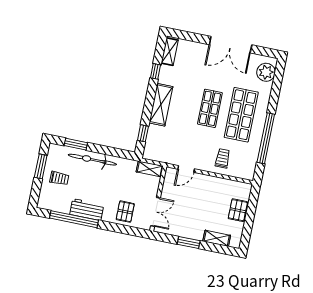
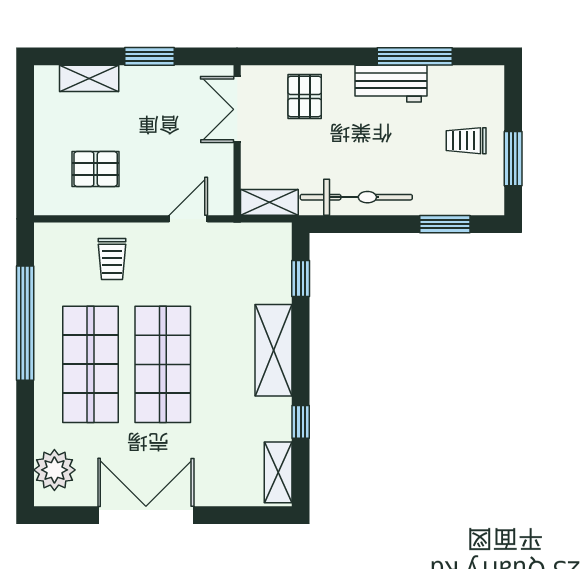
shop shelf: (210, 108) -> (163, 364), width x1.43, depth x1.36
bicycle: (92, 160) -> (356, 197), moved
pallet: (238, 210) -> (96, 169), moved, turned 90
window: (74, 219) -> (415, 56), width x0.68

